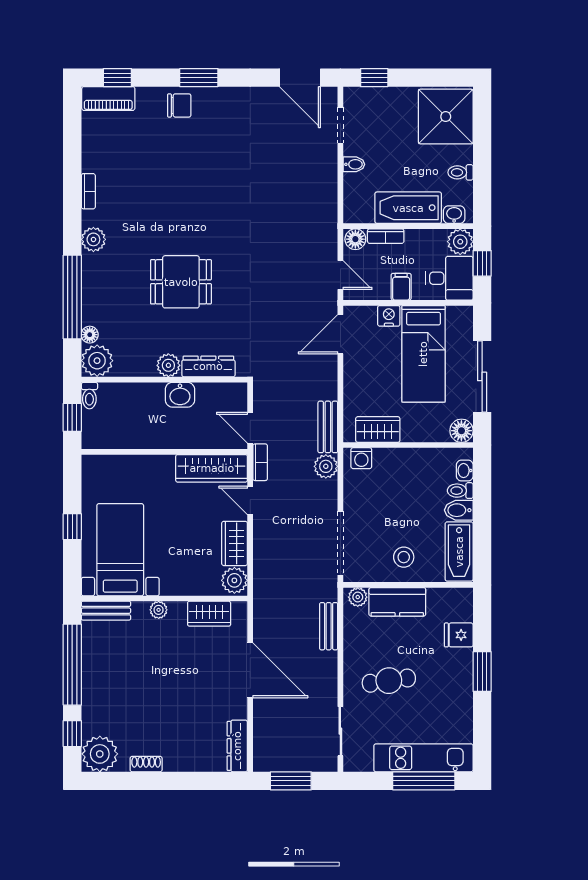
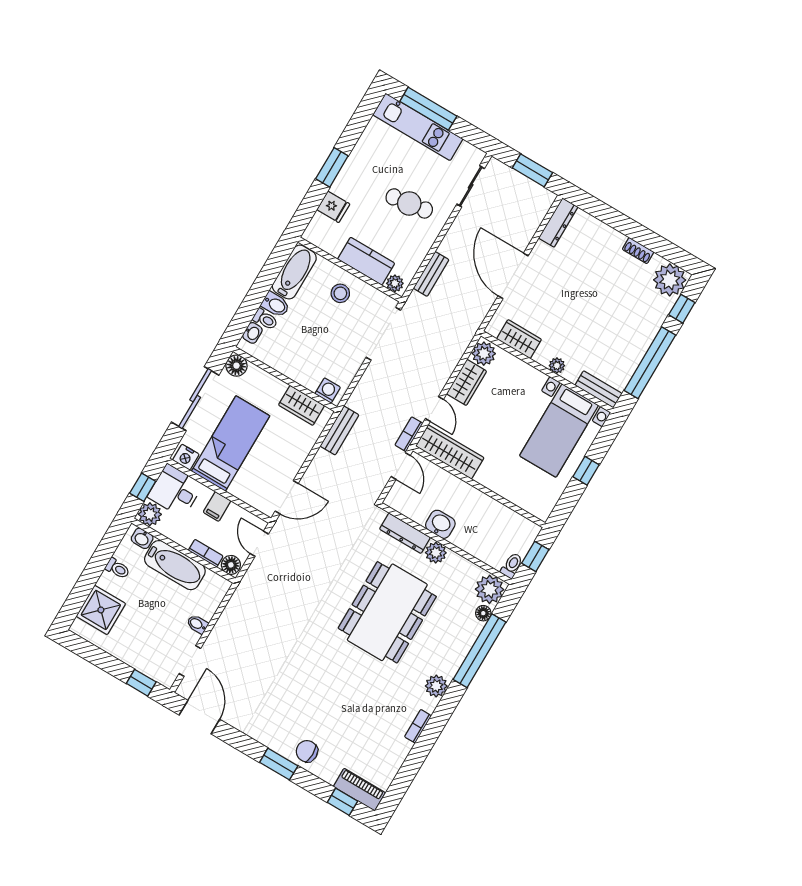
shower: (446, 117) -> (101, 610), width x0.73, depth x0.73
dining table: (181, 282) -> (387, 612), width x1.88, depth x1.24
nightstand: (389, 316) -> (186, 457), moved
plant: (326, 466) -> (359, 401), removed

